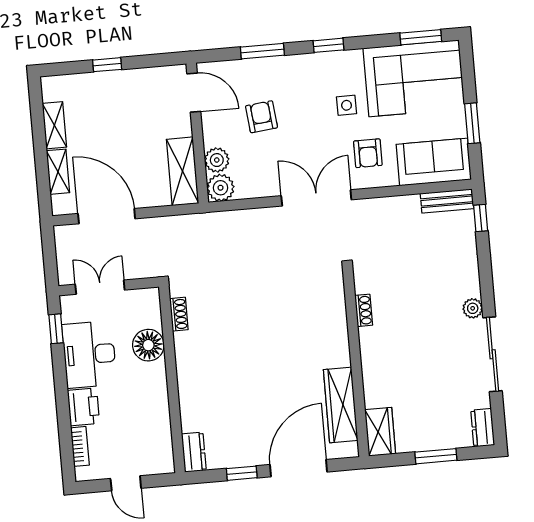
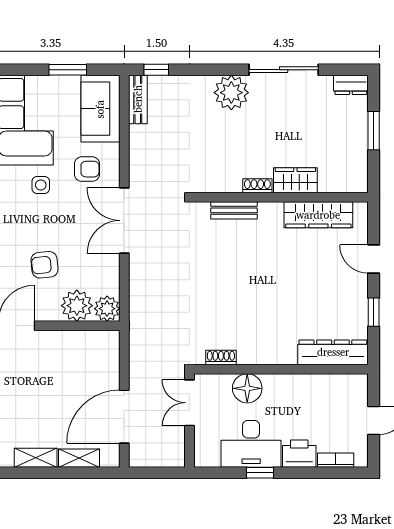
plant: (217, 160) -> (77, 306), width x1.36, depth x1.36
shelving: (183, 171) -> (89, 342), removed
double door: (100, 287) -> (189, 403), moved
plant: (473, 308) -> (231, 93), width x1.88, depth x1.88
shoe rack: (364, 310) -> (257, 186), moved
bench: (337, 314) -> (234, 210), added
window: (56, 329) -> (260, 473), moved
wardrobe: (380, 432) -> (295, 180), moved
dresser: (194, 452) -> (333, 352), width x1.96, depth x1.24
door: (298, 468) -> (374, 259), width x0.53

